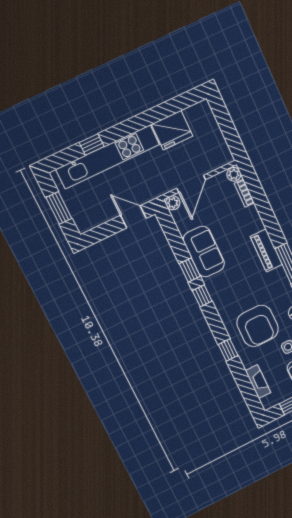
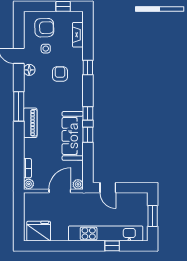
fridge: (172, 130) -> (39, 231), moved
sofa: (204, 252) -> (73, 136), width x1.36
armchair: (258, 326) -> (60, 74), width x0.53, depth x0.53

